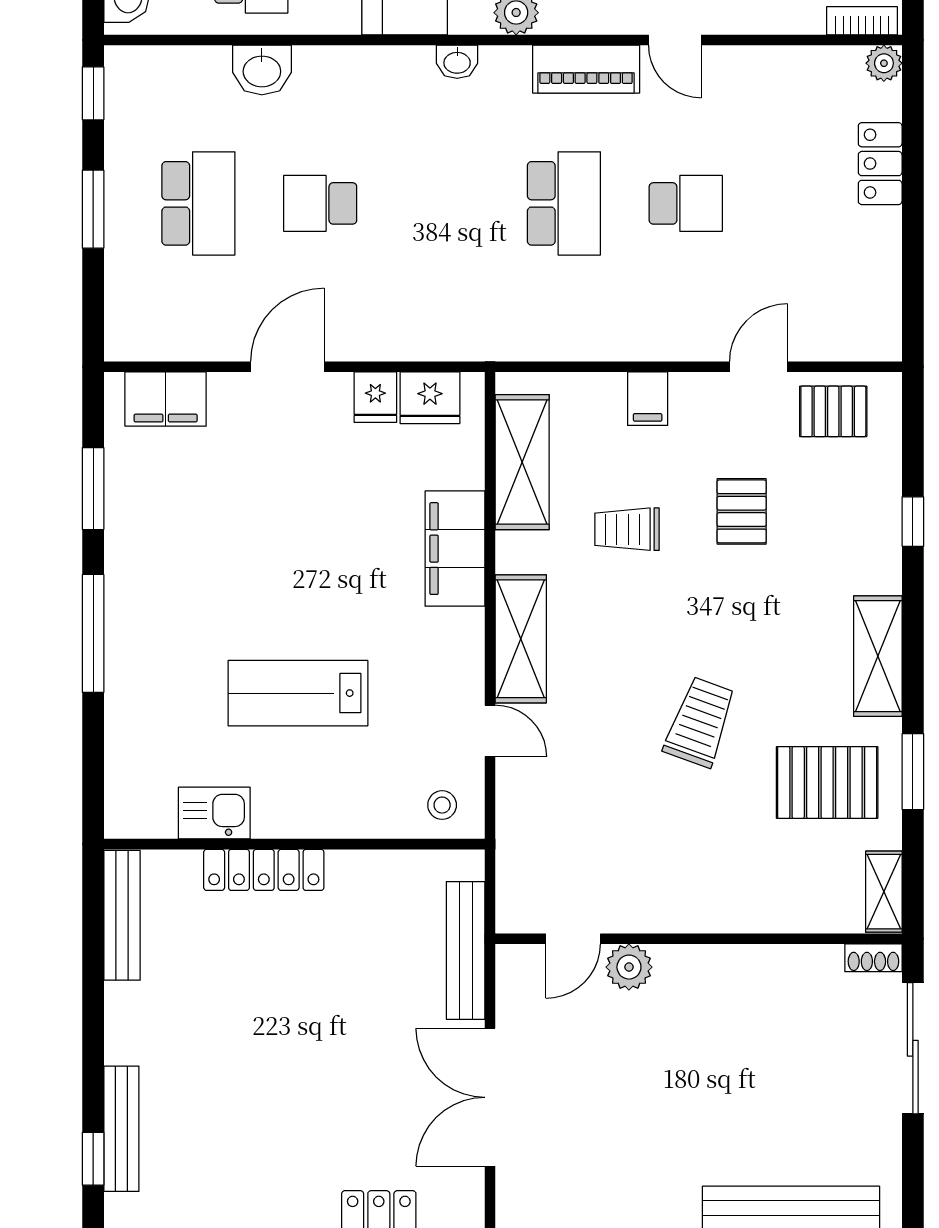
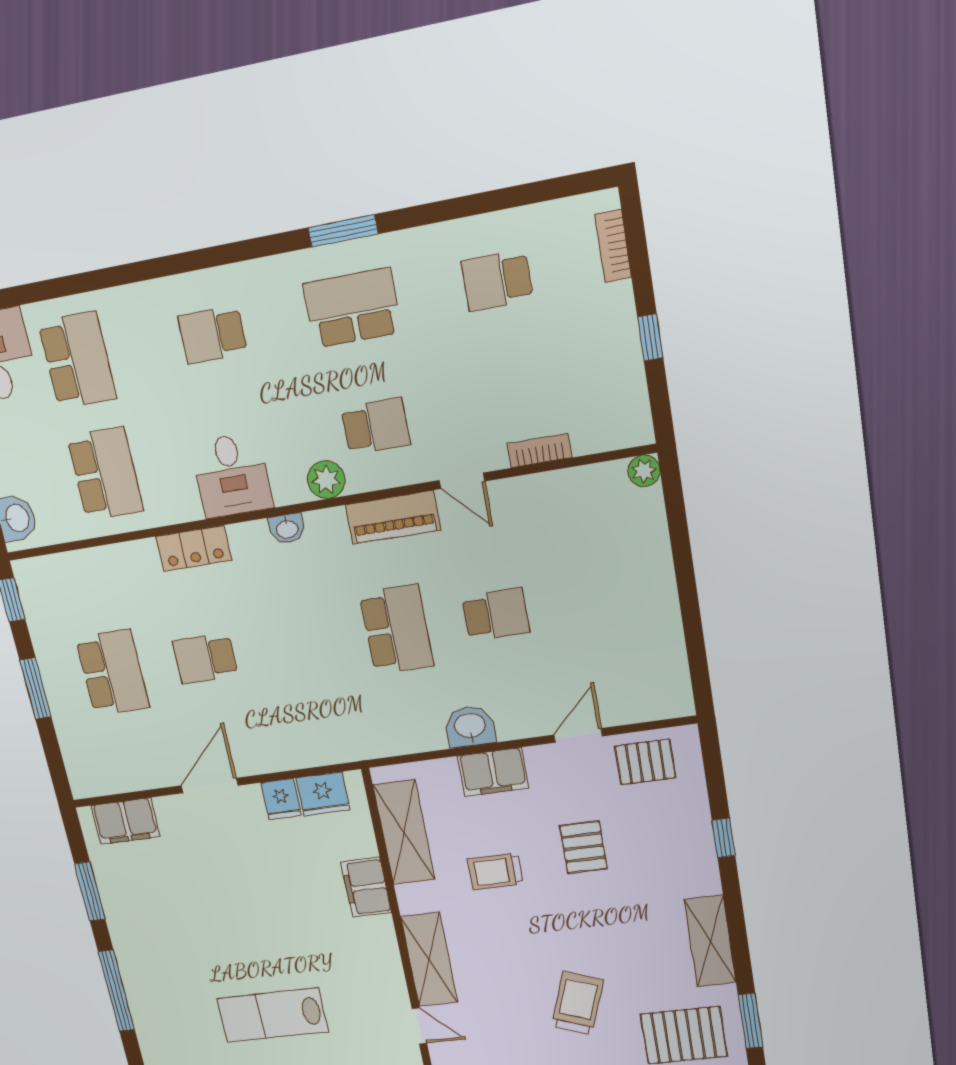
bookcase: (862, 21) -> (539, 451), moved
washbasin: (262, 70) -> (470, 727), moved, turned 180
locker: (880, 164) -> (194, 548), moved, turned -90
filing cabinet: (648, 399) -> (493, 772), width x2.00
filing cabinet: (455, 549) -> (366, 887), width x0.67, depth x0.86

